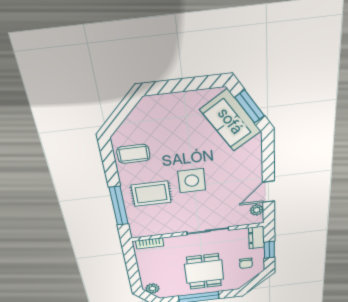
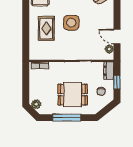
door: (269, 192) -> (117, 37), hinge flipped
rug: (151, 194) -> (46, 28), turned 90
window: (119, 206) -> (26, 34), removed
dining table: (204, 272) -> (73, 95), turned 90

